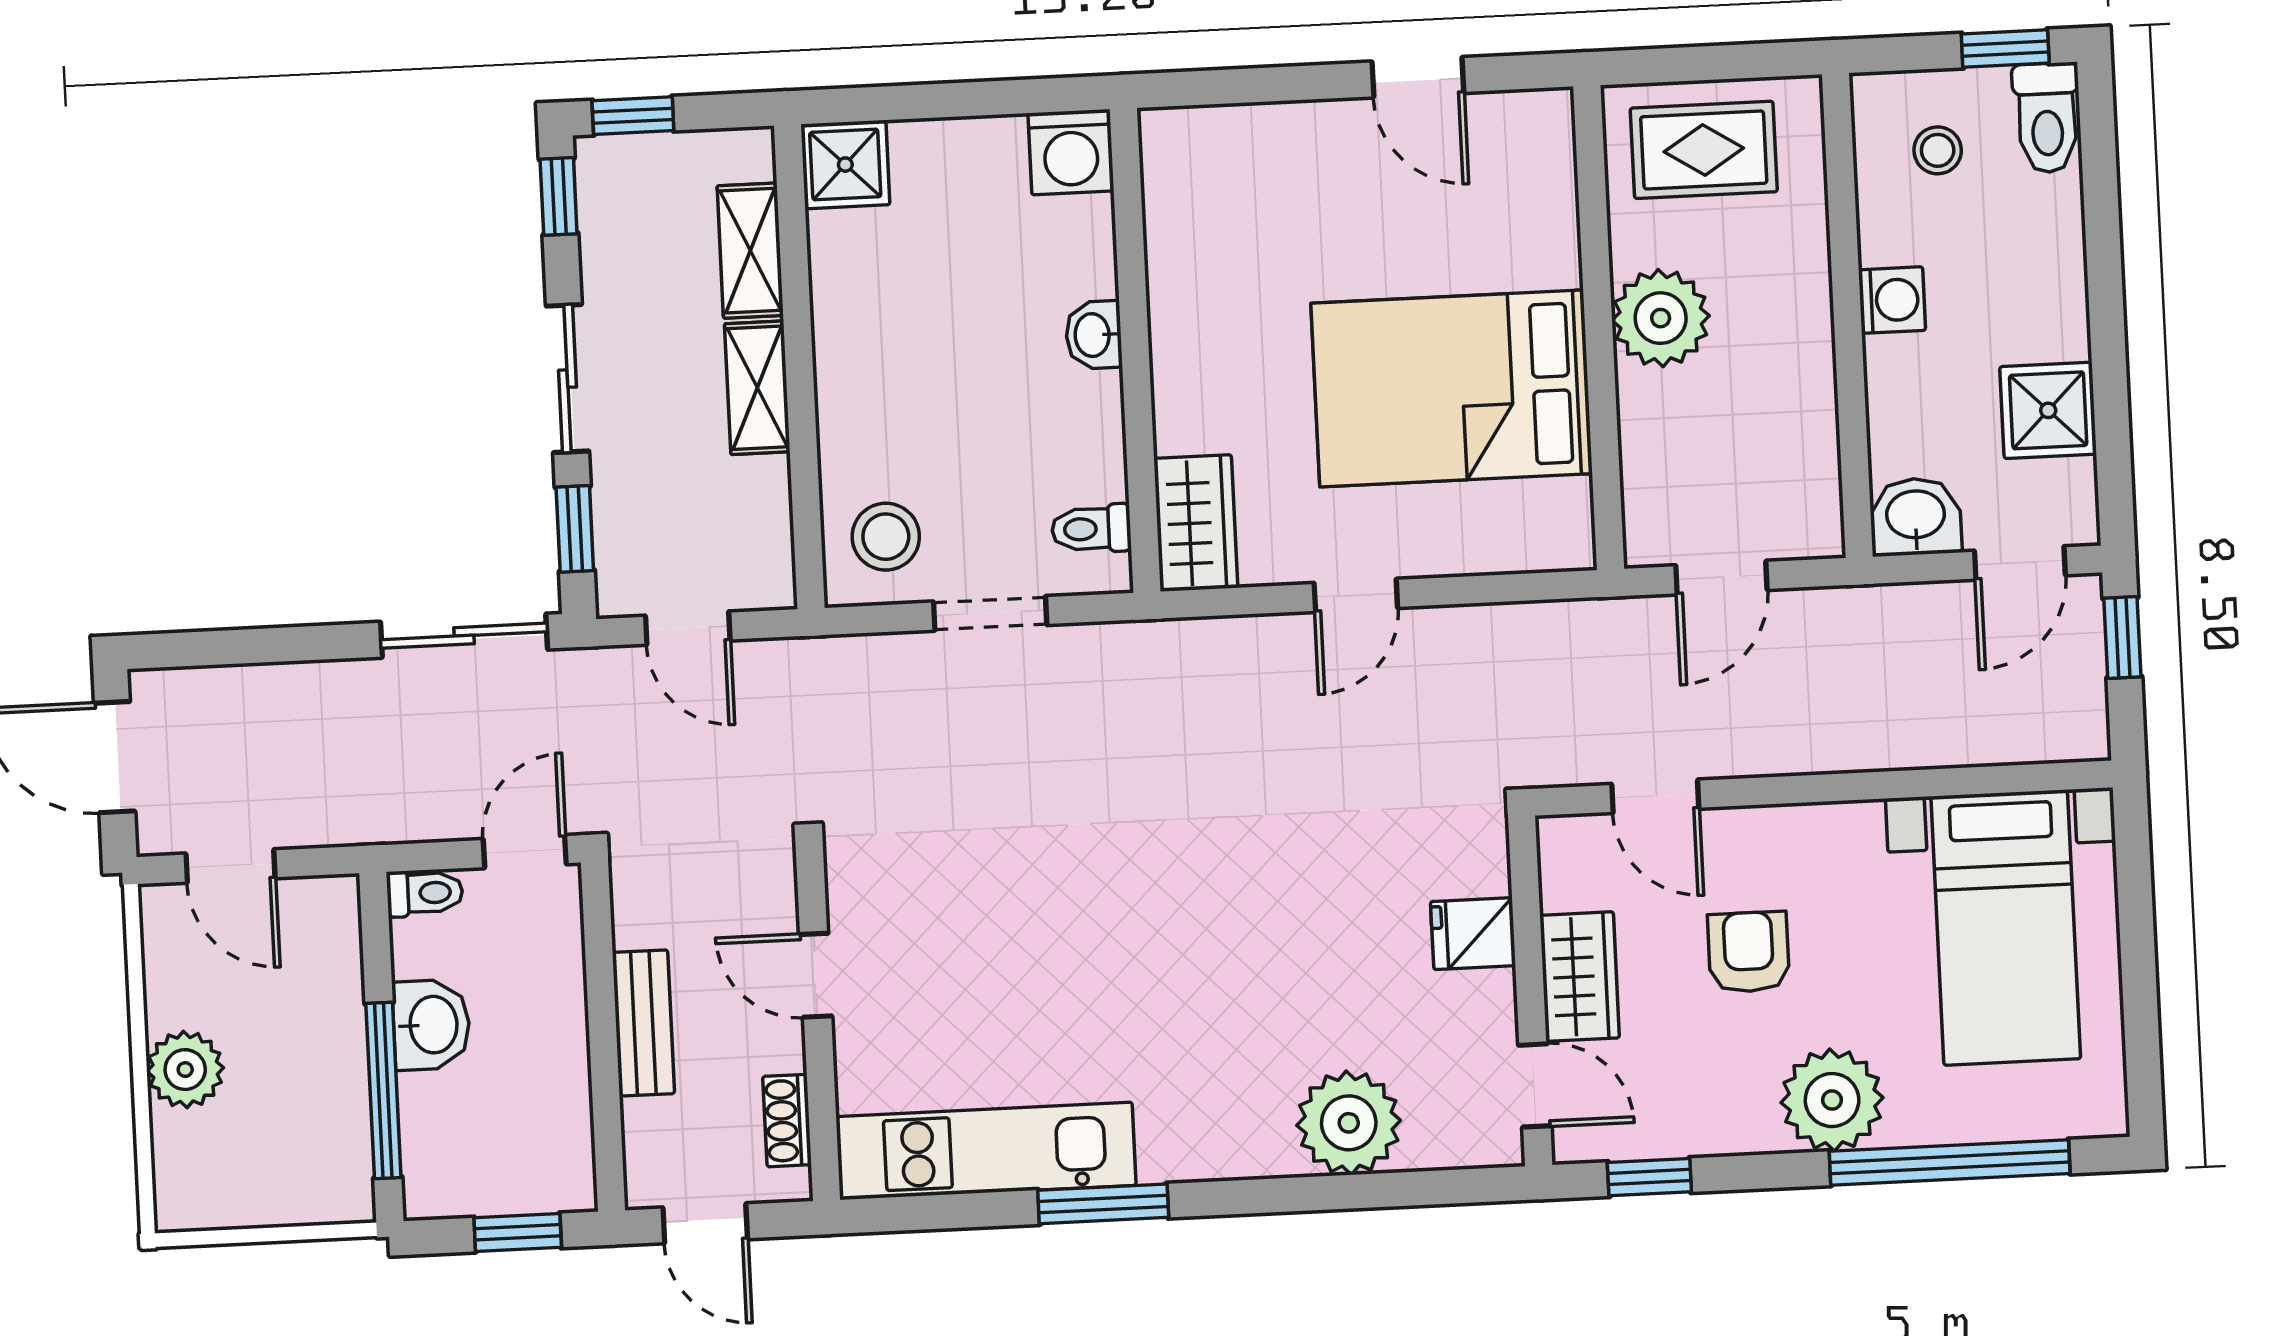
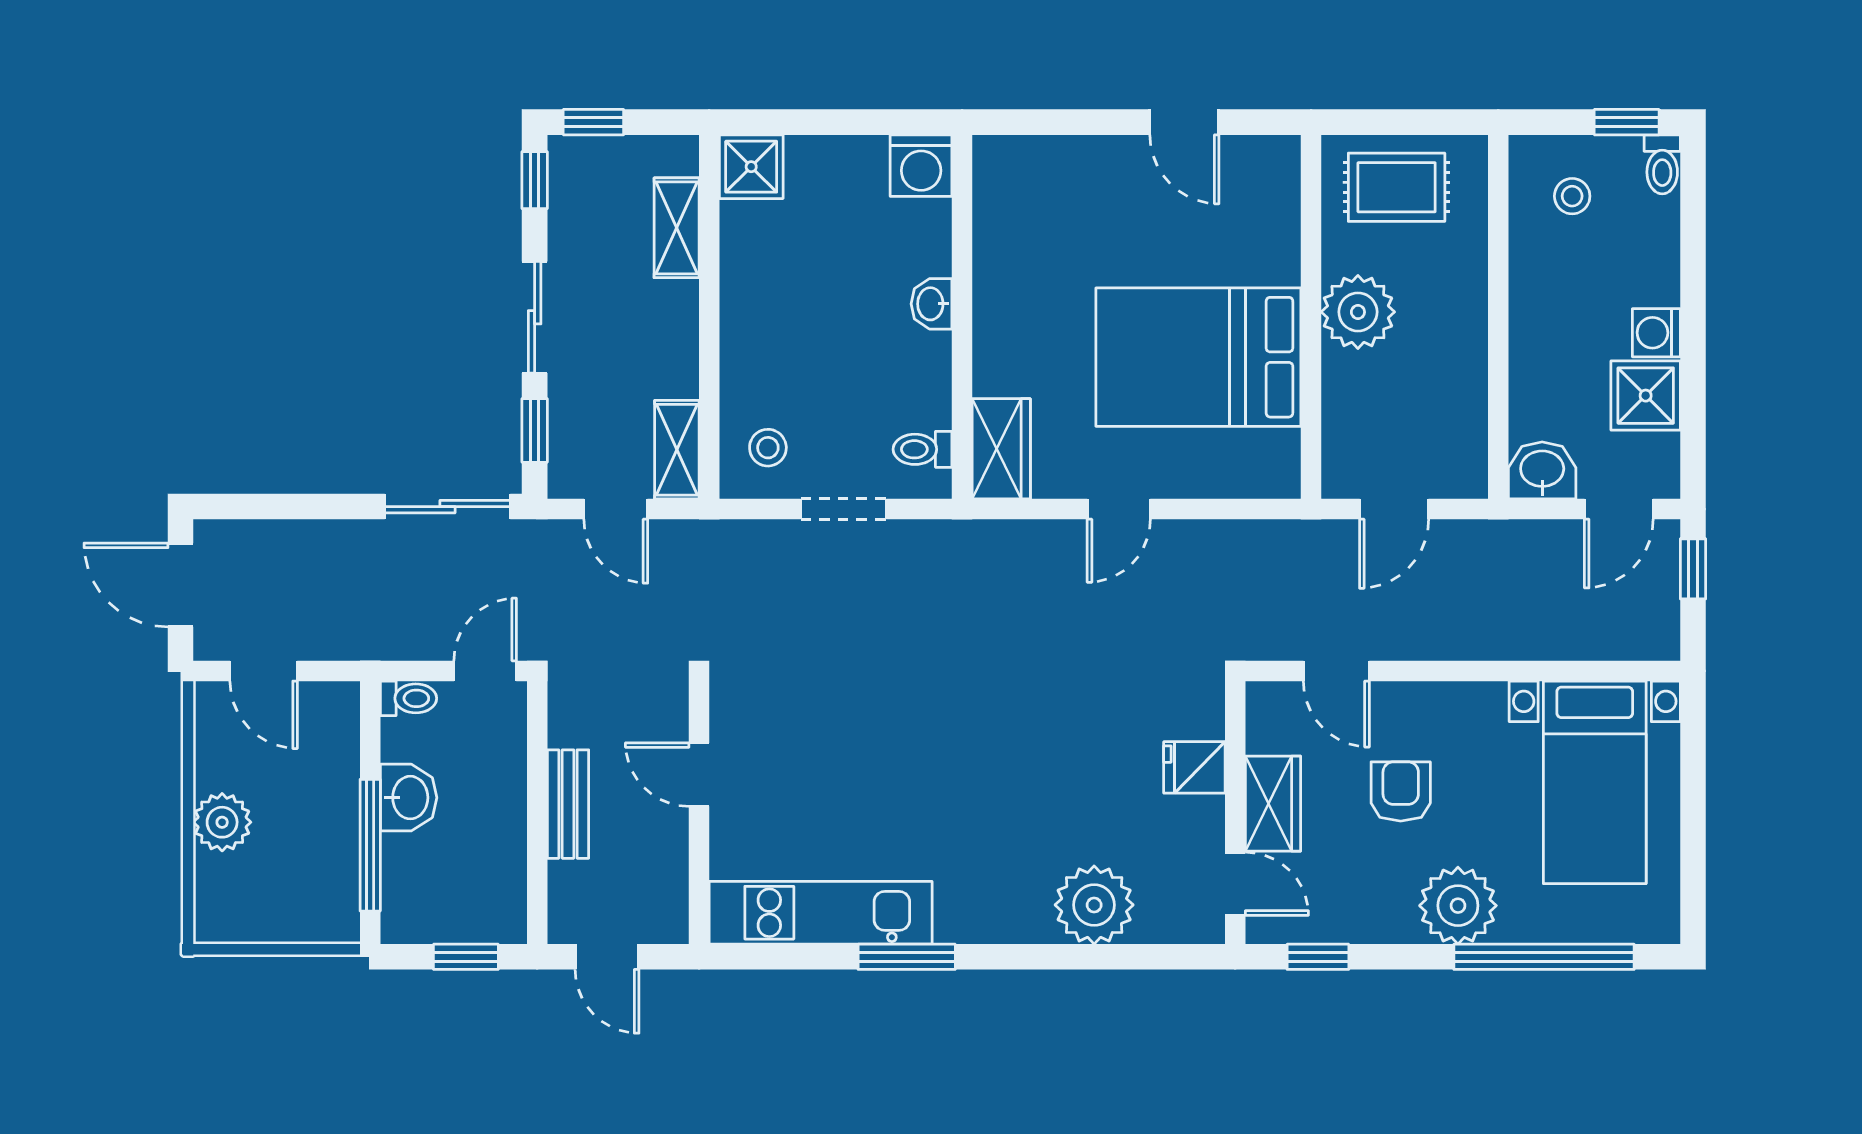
toilet: (2047, 118) -> (1662, 164), width x0.73, depth x0.72
washing machine: (1892, 300) -> (1656, 333), moved, turned 180
shelving: (757, 388) -> (677, 450), moved
stool: (886, 537) -> (768, 448), width x0.73, depth x0.73
shoe rack: (787, 1121) -> (672, 883), removed

